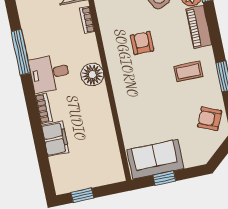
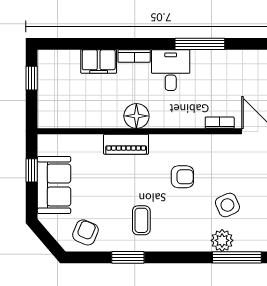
piano: (199, 27) -> (126, 144), moved, turned 180
floor lamp: (92, 75) -> (136, 116), moved
sofa: (155, 159) -> (54, 185), moved

